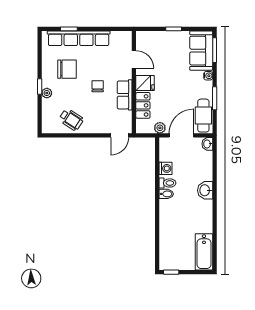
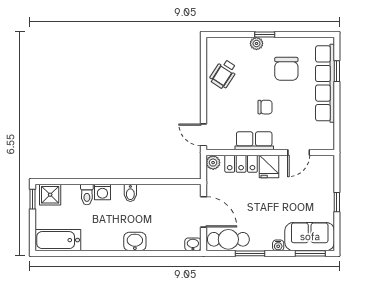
plant: (160, 128) -> (213, 163), moved
washing machine: (166, 168) -> (102, 192), moved
toilet: (168, 183) -> (87, 194), moved
shower: (168, 258) -> (50, 195), added

